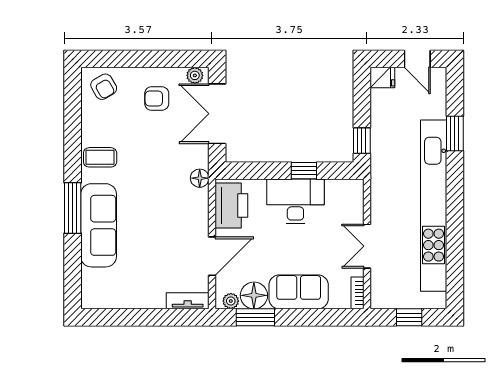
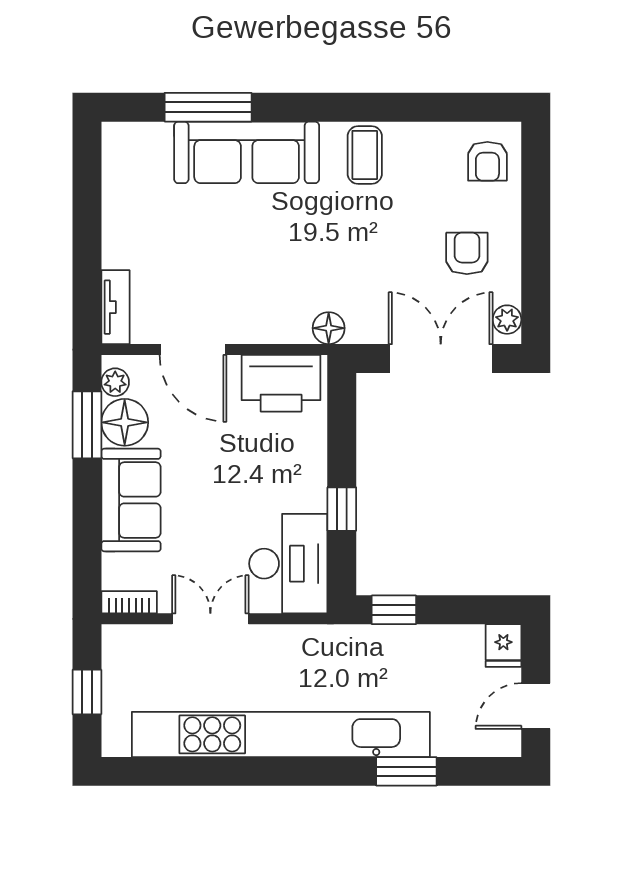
armchair: (104, 87) -> (487, 161), turned -60
desk: (295, 201) -> (288, 564), moved
window: (73, 208) -> (208, 107), moved

